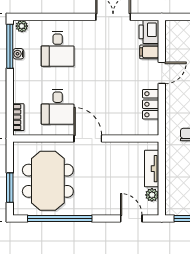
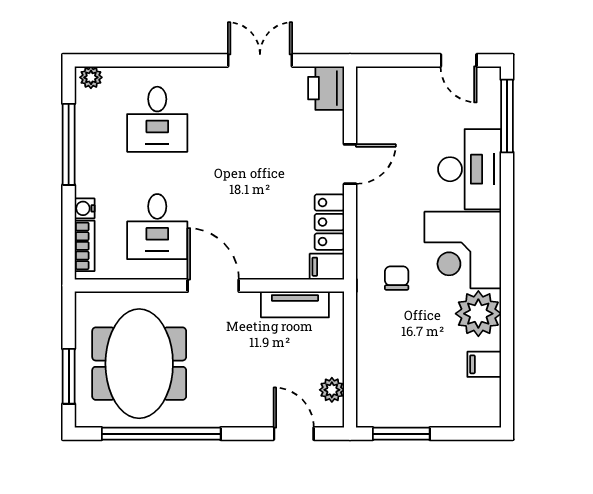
window: (10, 46) -> (69, 144), moved
filing cabinet: (149, 52) -> (327, 267), moved
water cooler: (18, 54) -> (85, 208), moved
tv unit: (152, 169) -> (295, 304), moved, turned -90

